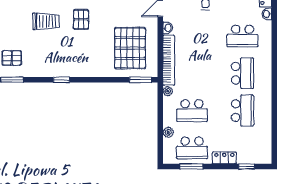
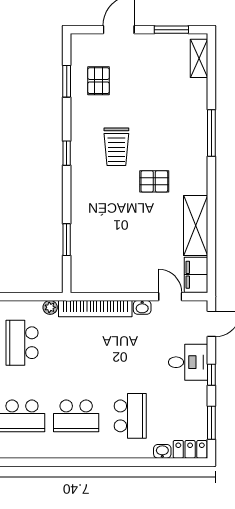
trolley: (46, 21) -> (116, 147), moved
school desk: (242, 36) -> (130, 416), turned 180
pallet: (130, 48) -> (113, 253), removed
window: (140, 80) -> (67, 240), moved

